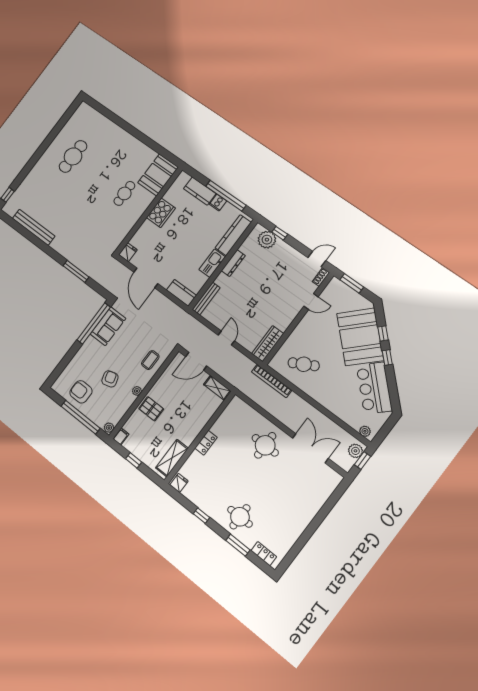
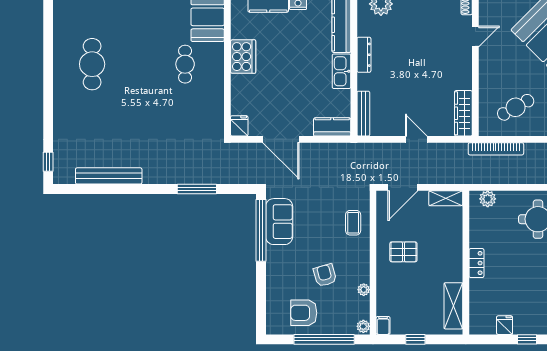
plant: (137, 391) -> (364, 290), moved
plant: (243, 408) -> (488, 199), added
pallet: (151, 409) -> (403, 252), moved
fridge: (179, 483) -> (505, 325), moved

